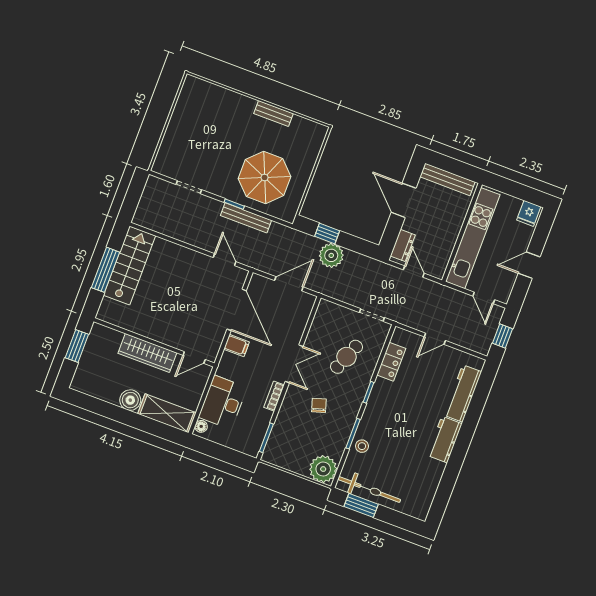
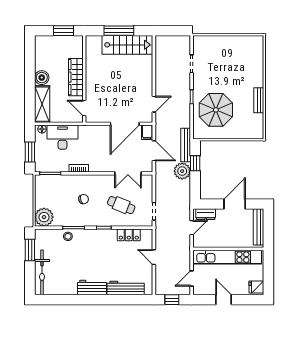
bench: (246, 218) -> (186, 145), moved
filing cabinet: (237, 346) -> (147, 132), moved
double door: (294, 364) -> (128, 173), moved
window: (226, 455) -> (30, 152), added
bicycle: (369, 489) -> (42, 272), moved

